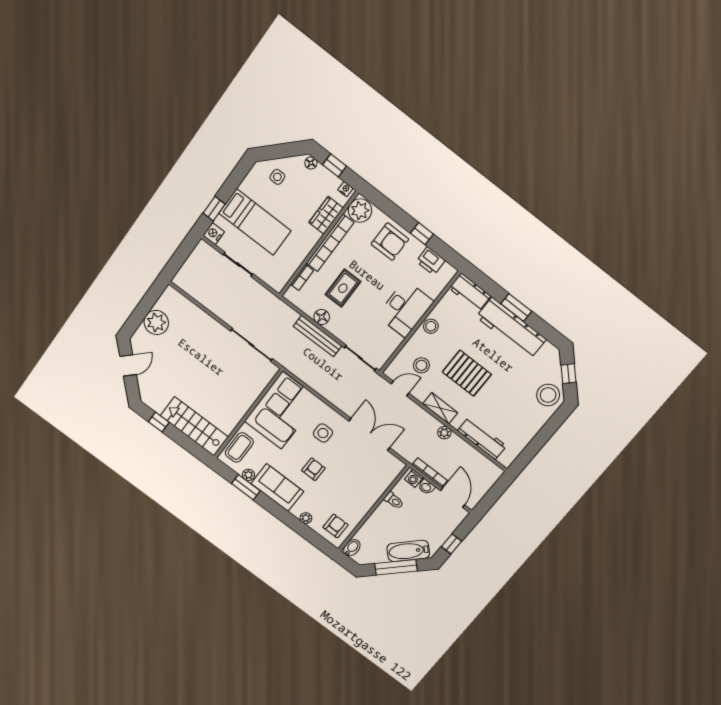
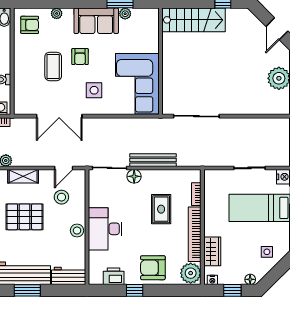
floor lamp: (322, 317) -> (134, 176), moved
coffee table: (239, 447) -> (53, 66), moved
armchair: (336, 526) -> (30, 25), turned -90

